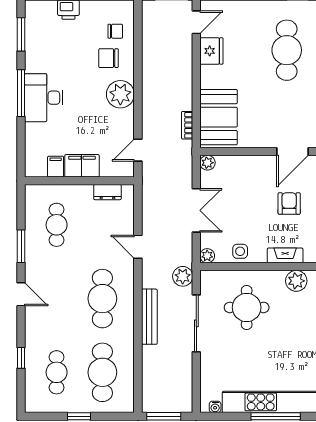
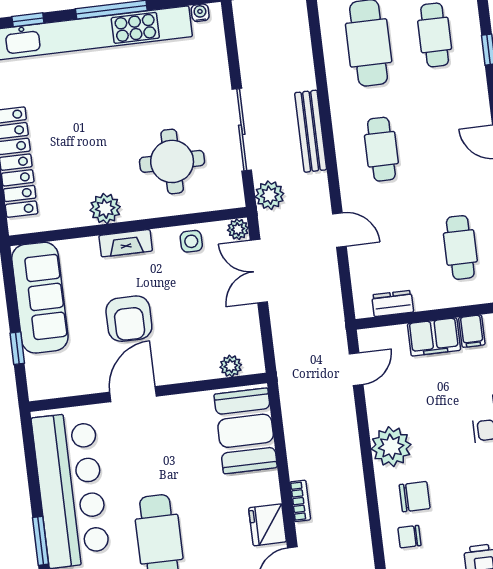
bookcase: (187, 125) -> (300, 501), moved
plant: (207, 163) -> (231, 366), moved
armchair: (289, 204) -> (129, 319), width x1.38, depth x1.38
double door: (196, 210) -> (259, 271), moved
cafe table: (102, 299) -> (381, 149), width x0.73, depth x0.74

